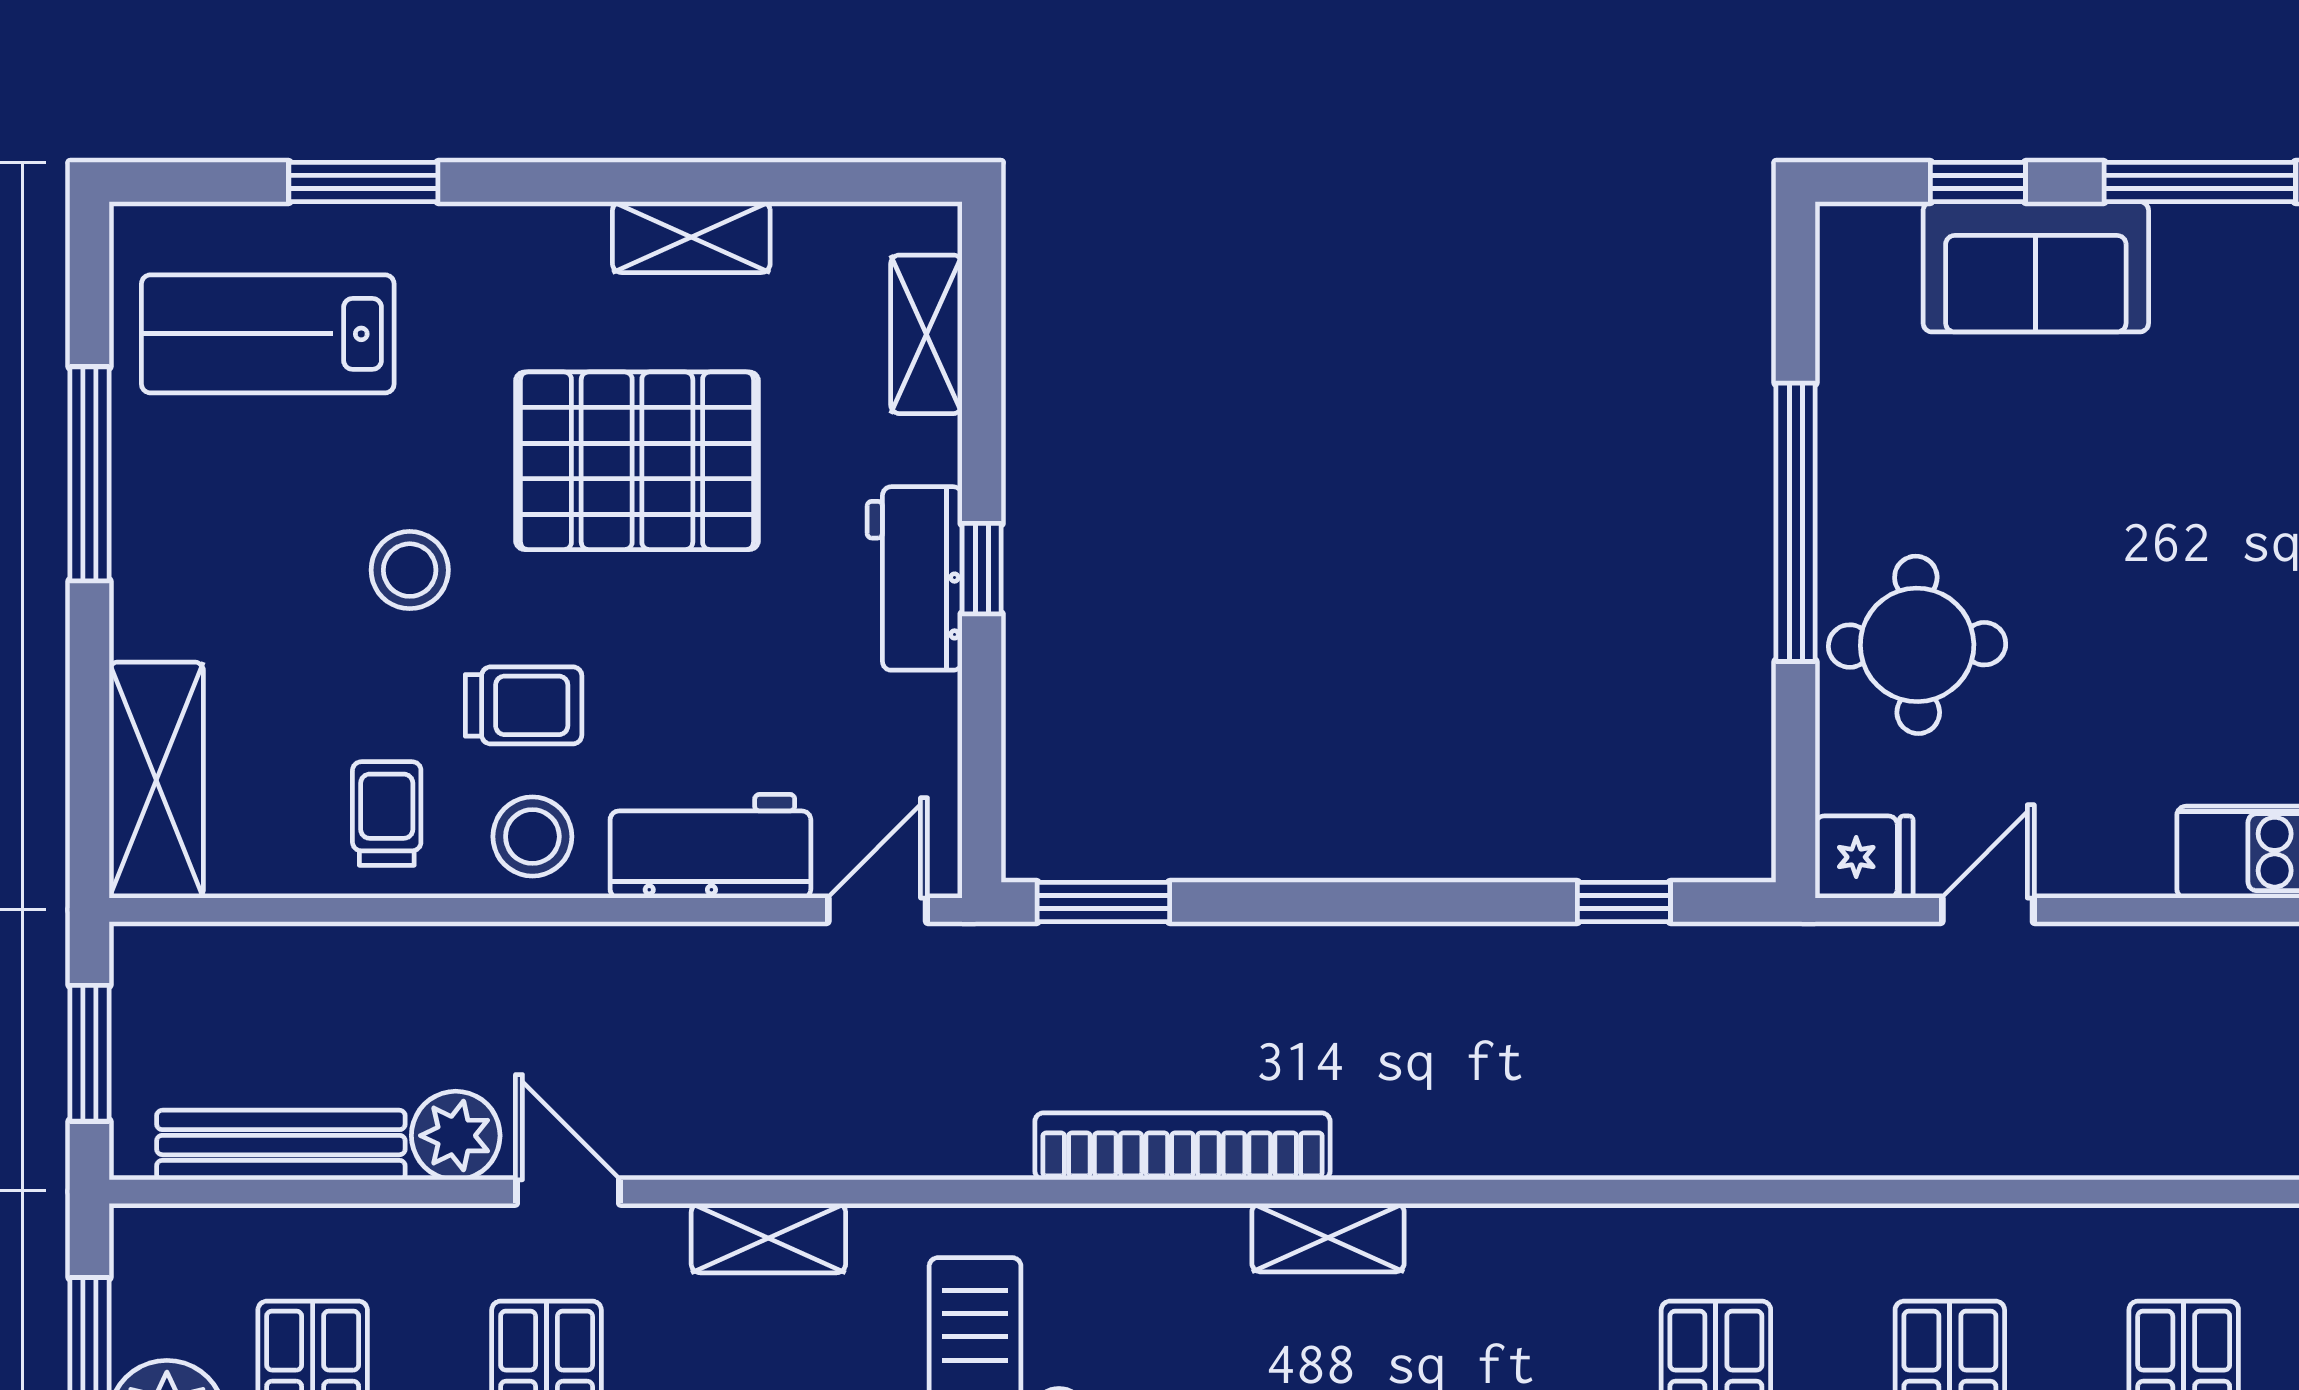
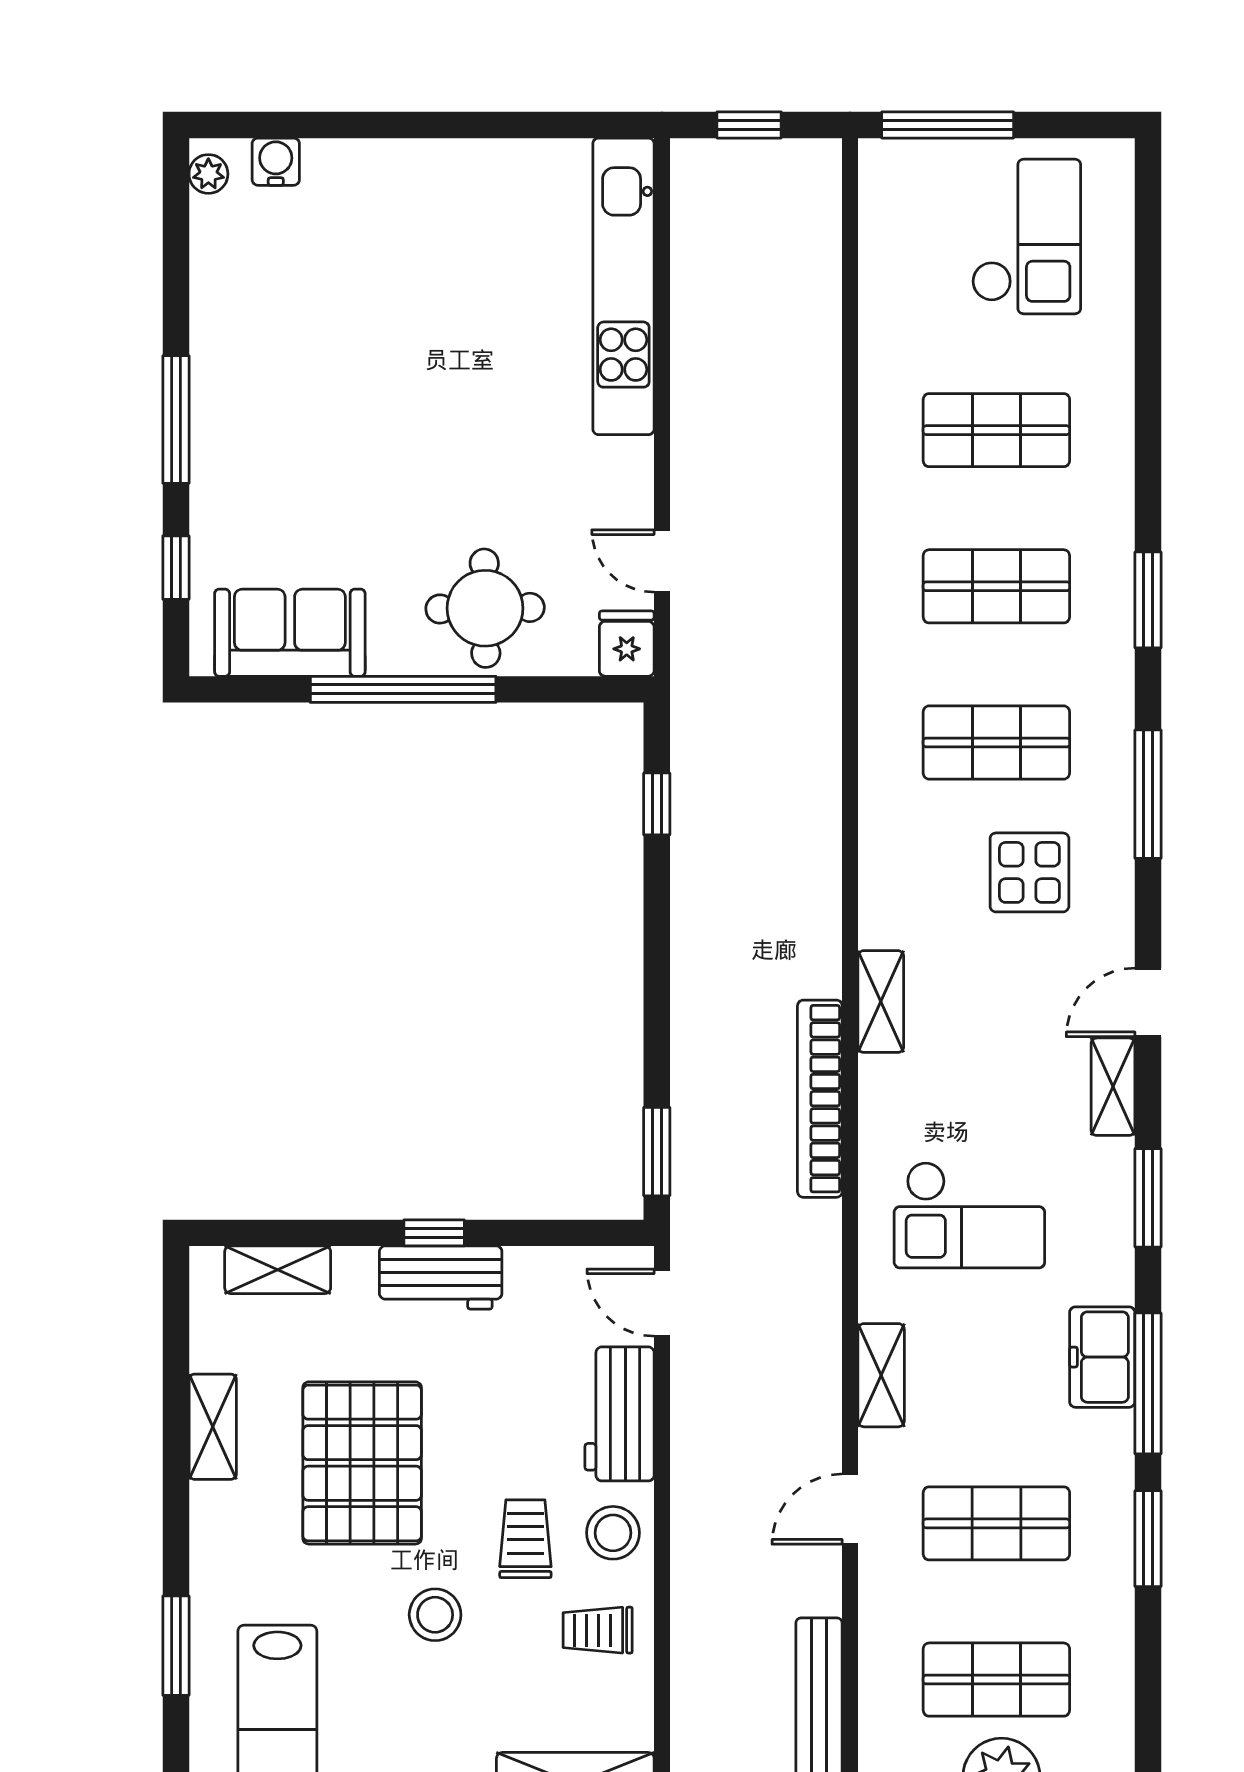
sofa: (2036, 267) -> (290, 633), moved, turned -90
plant: (456, 1136) -> (813, 1584), removed

